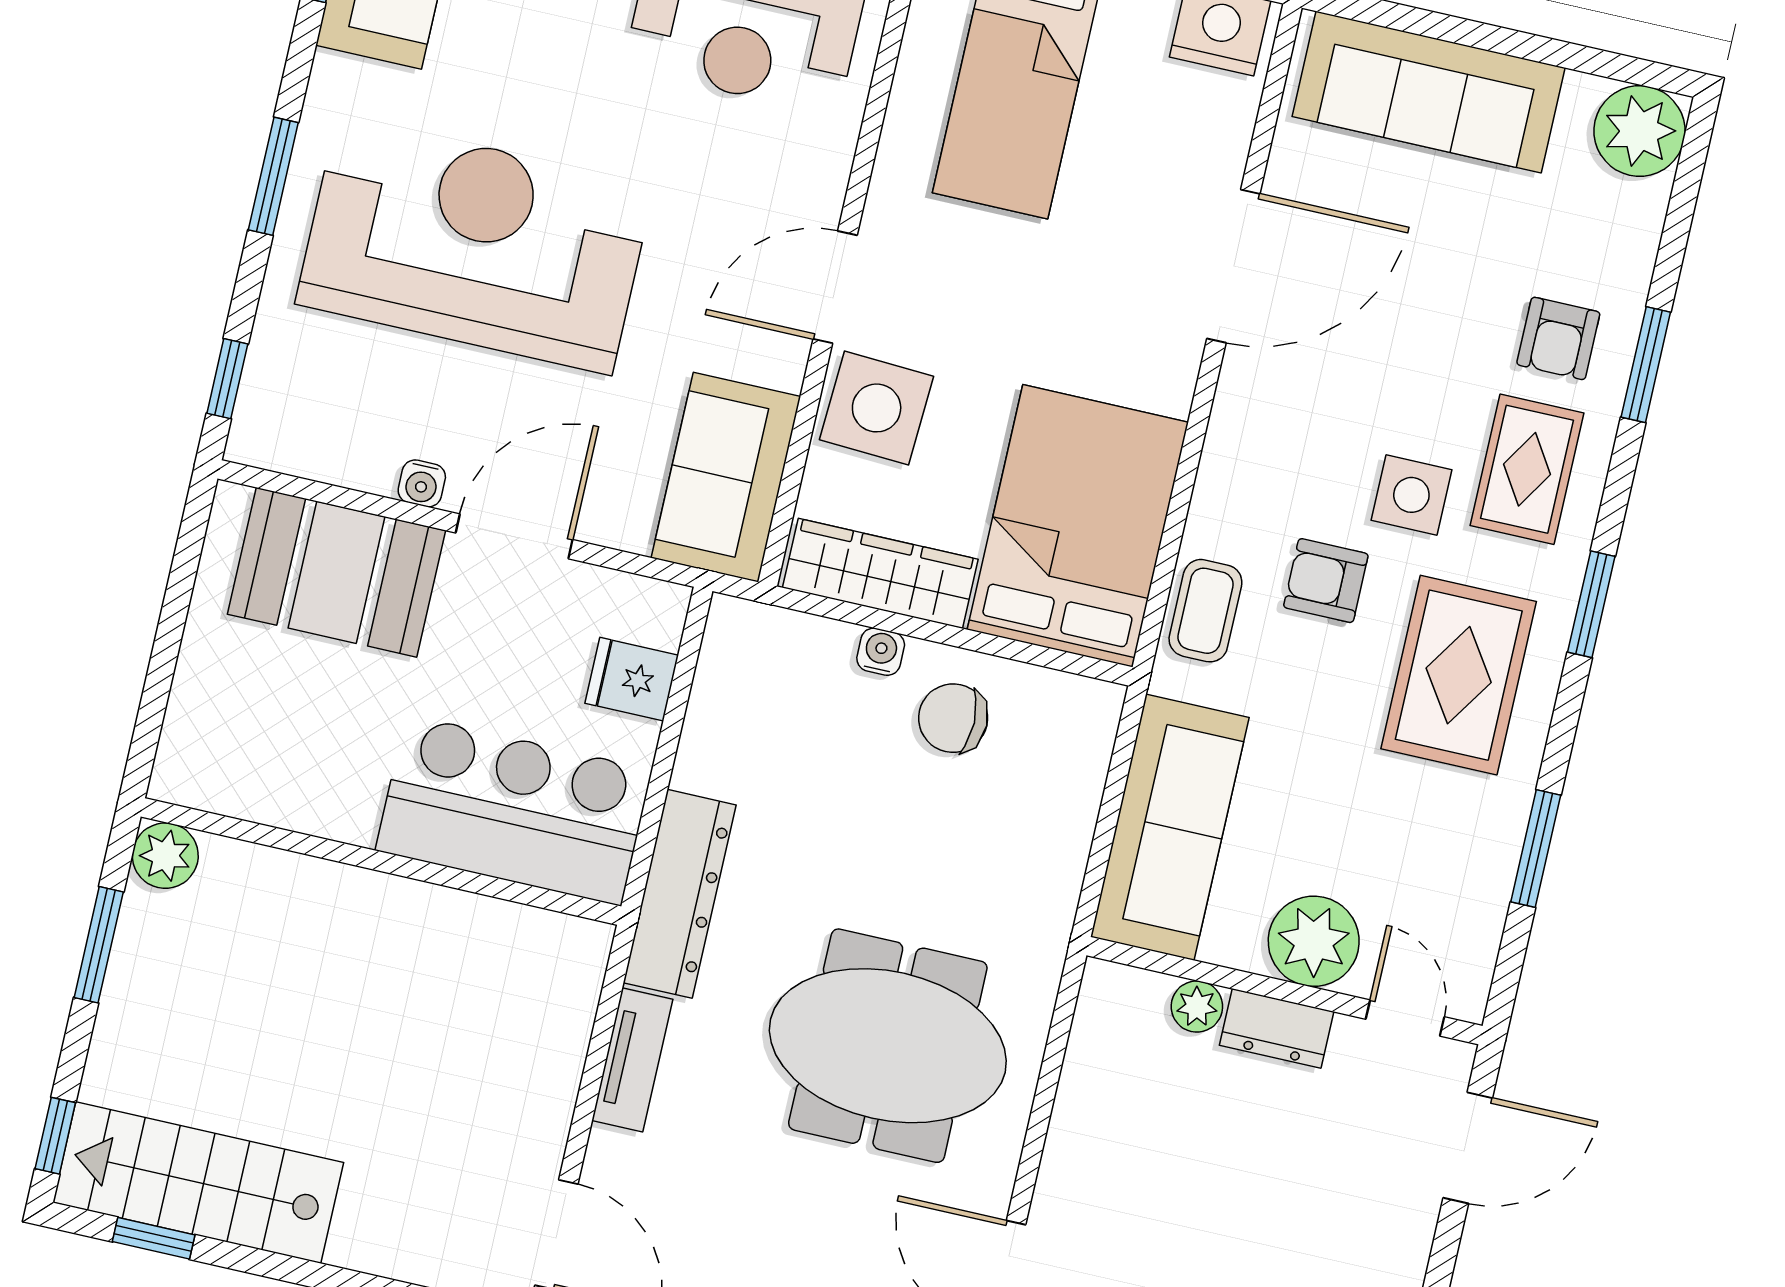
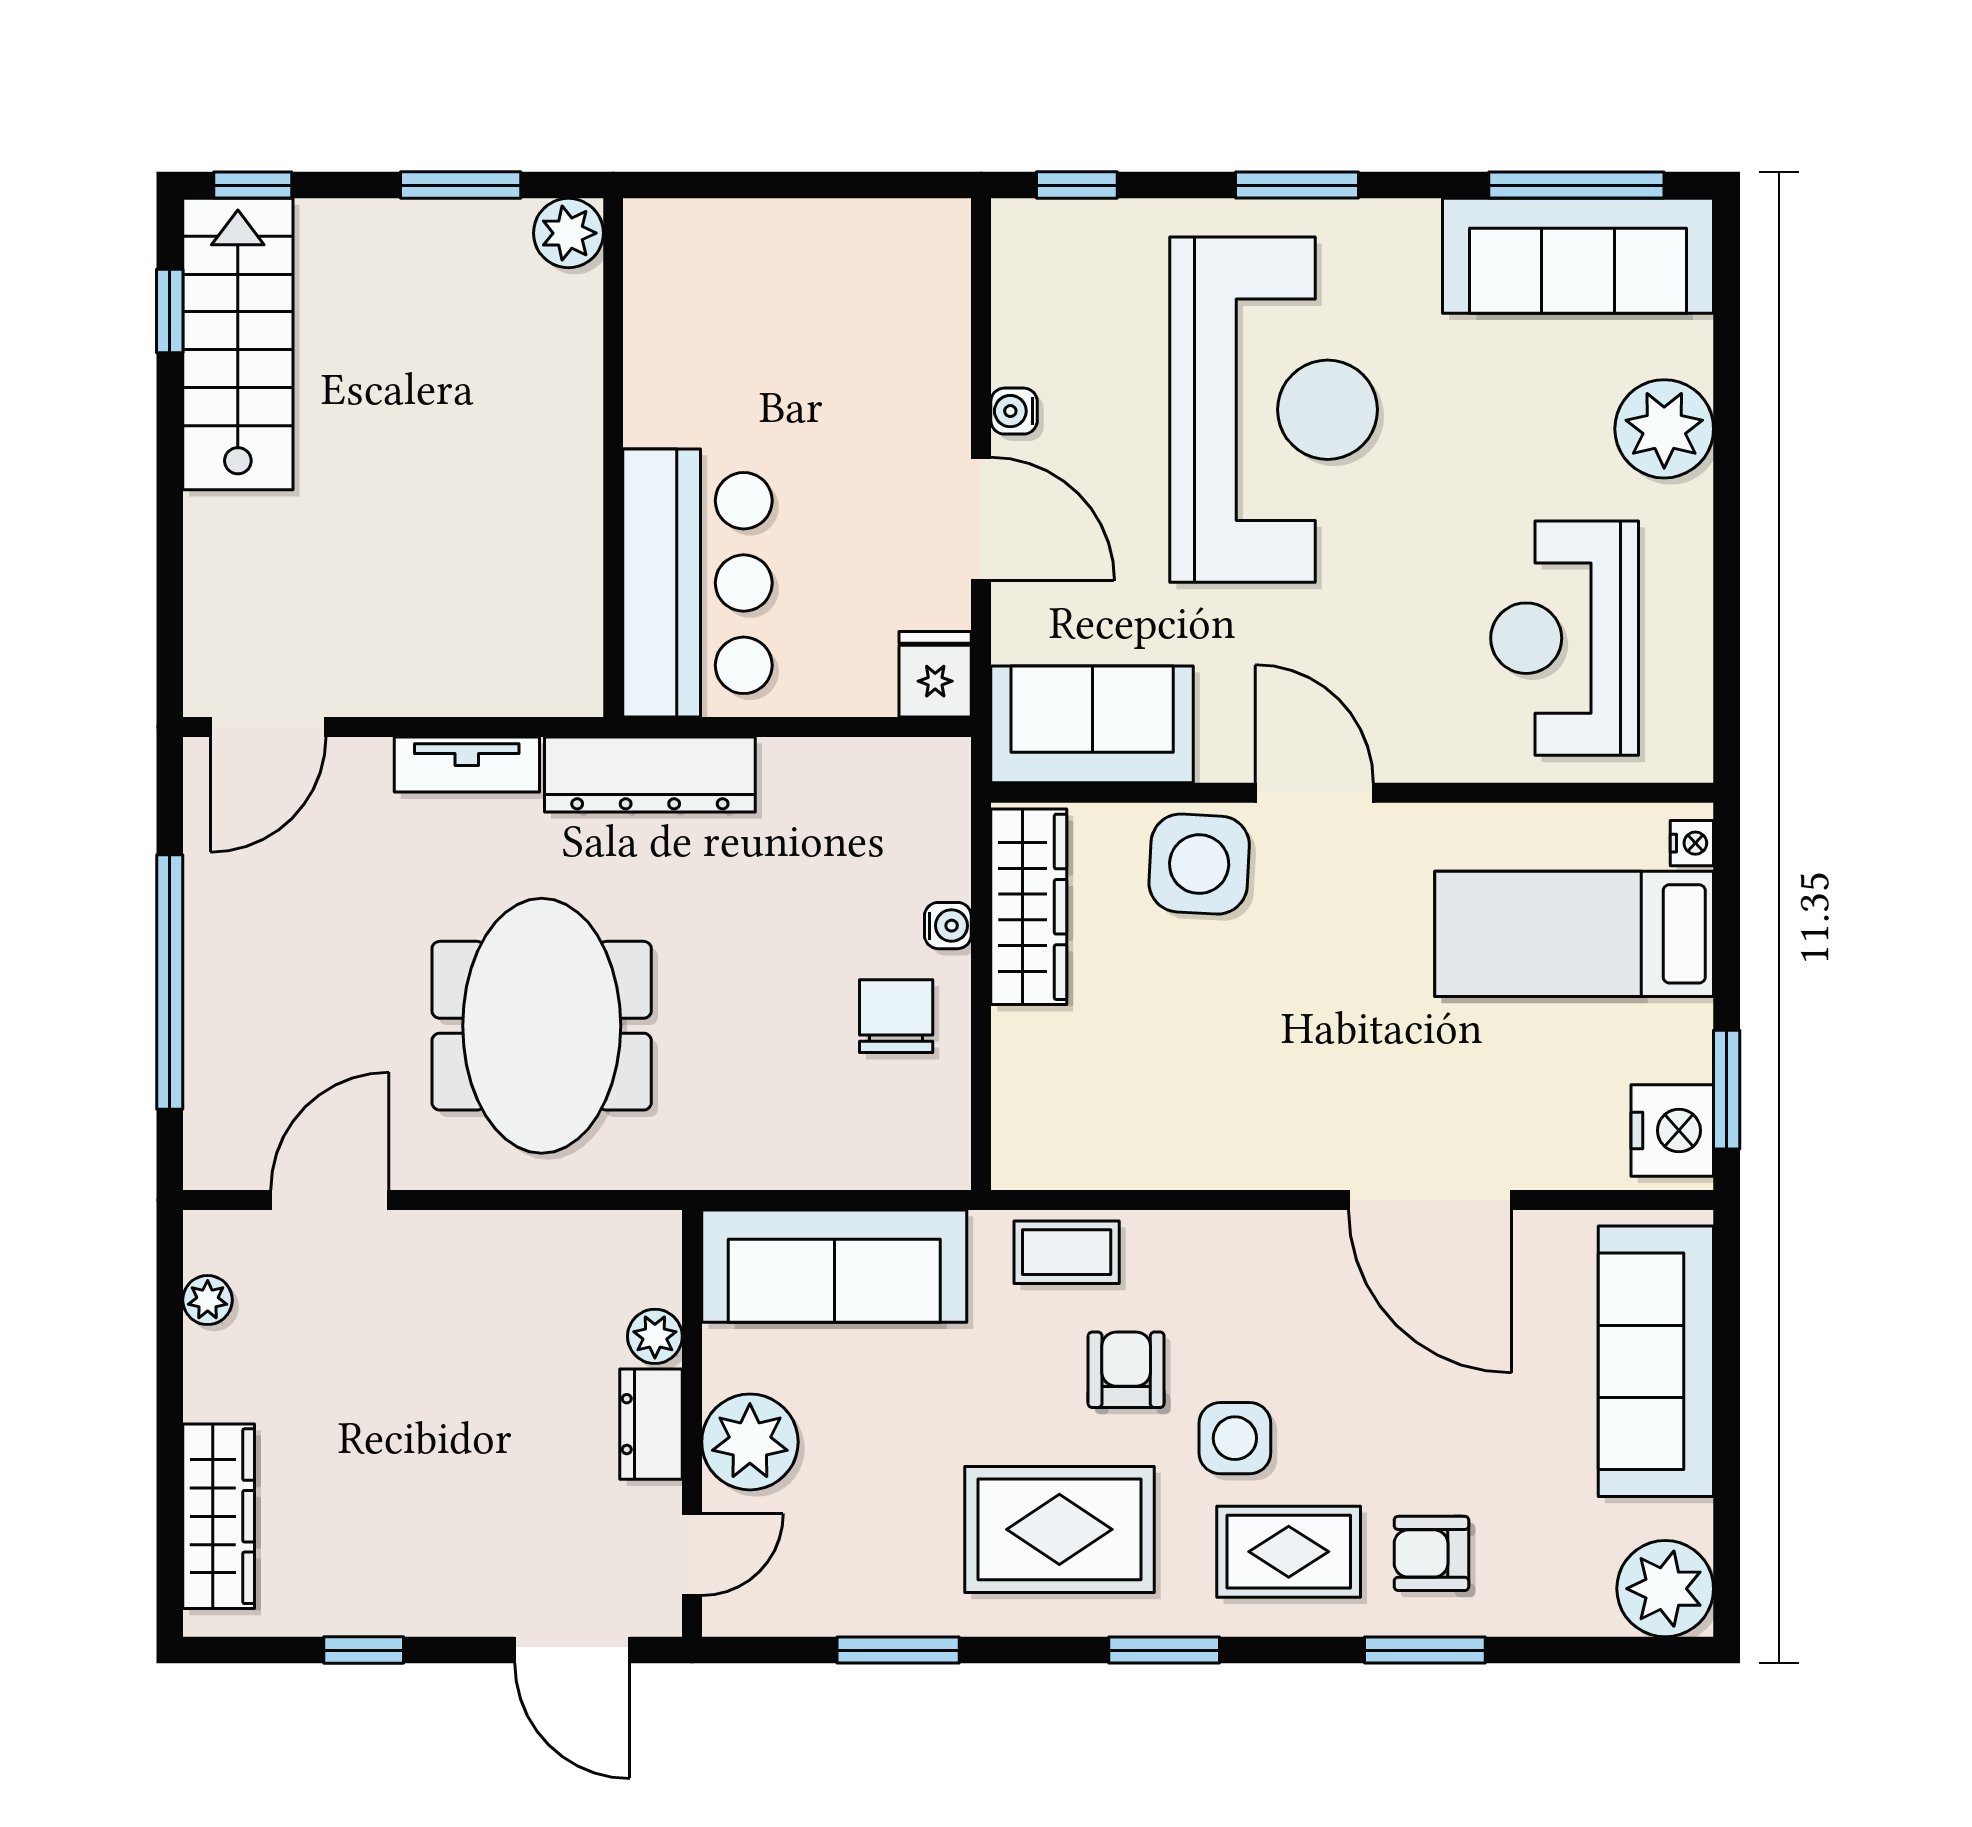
bed: (1078, 526) -> (1124, 1100), removed
booth: (337, 572) -> (902, 344), removed
fridge: (632, 679) -> (935, 674), moved

